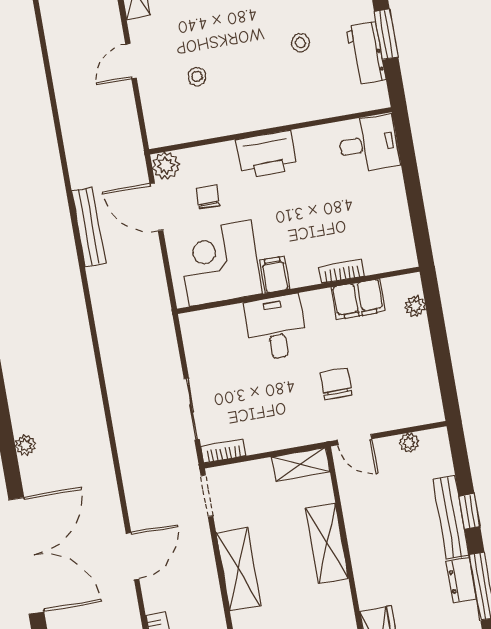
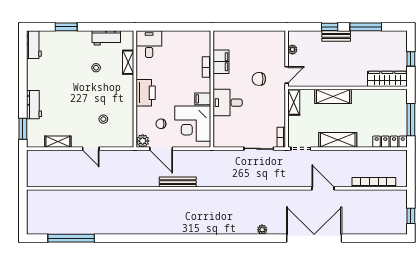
window: (386, 34) -> (99, 27), removed
shelving: (323, 107) -> (128, 62), added
door: (156, 207) -> (161, 149), hinge flipped
bench: (89, 227) -> (178, 182), moved
plant: (415, 306) -> (229, 36), removed
bench: (451, 517) -> (336, 36), width x0.73
dresser: (462, 580) -> (361, 36), removed

